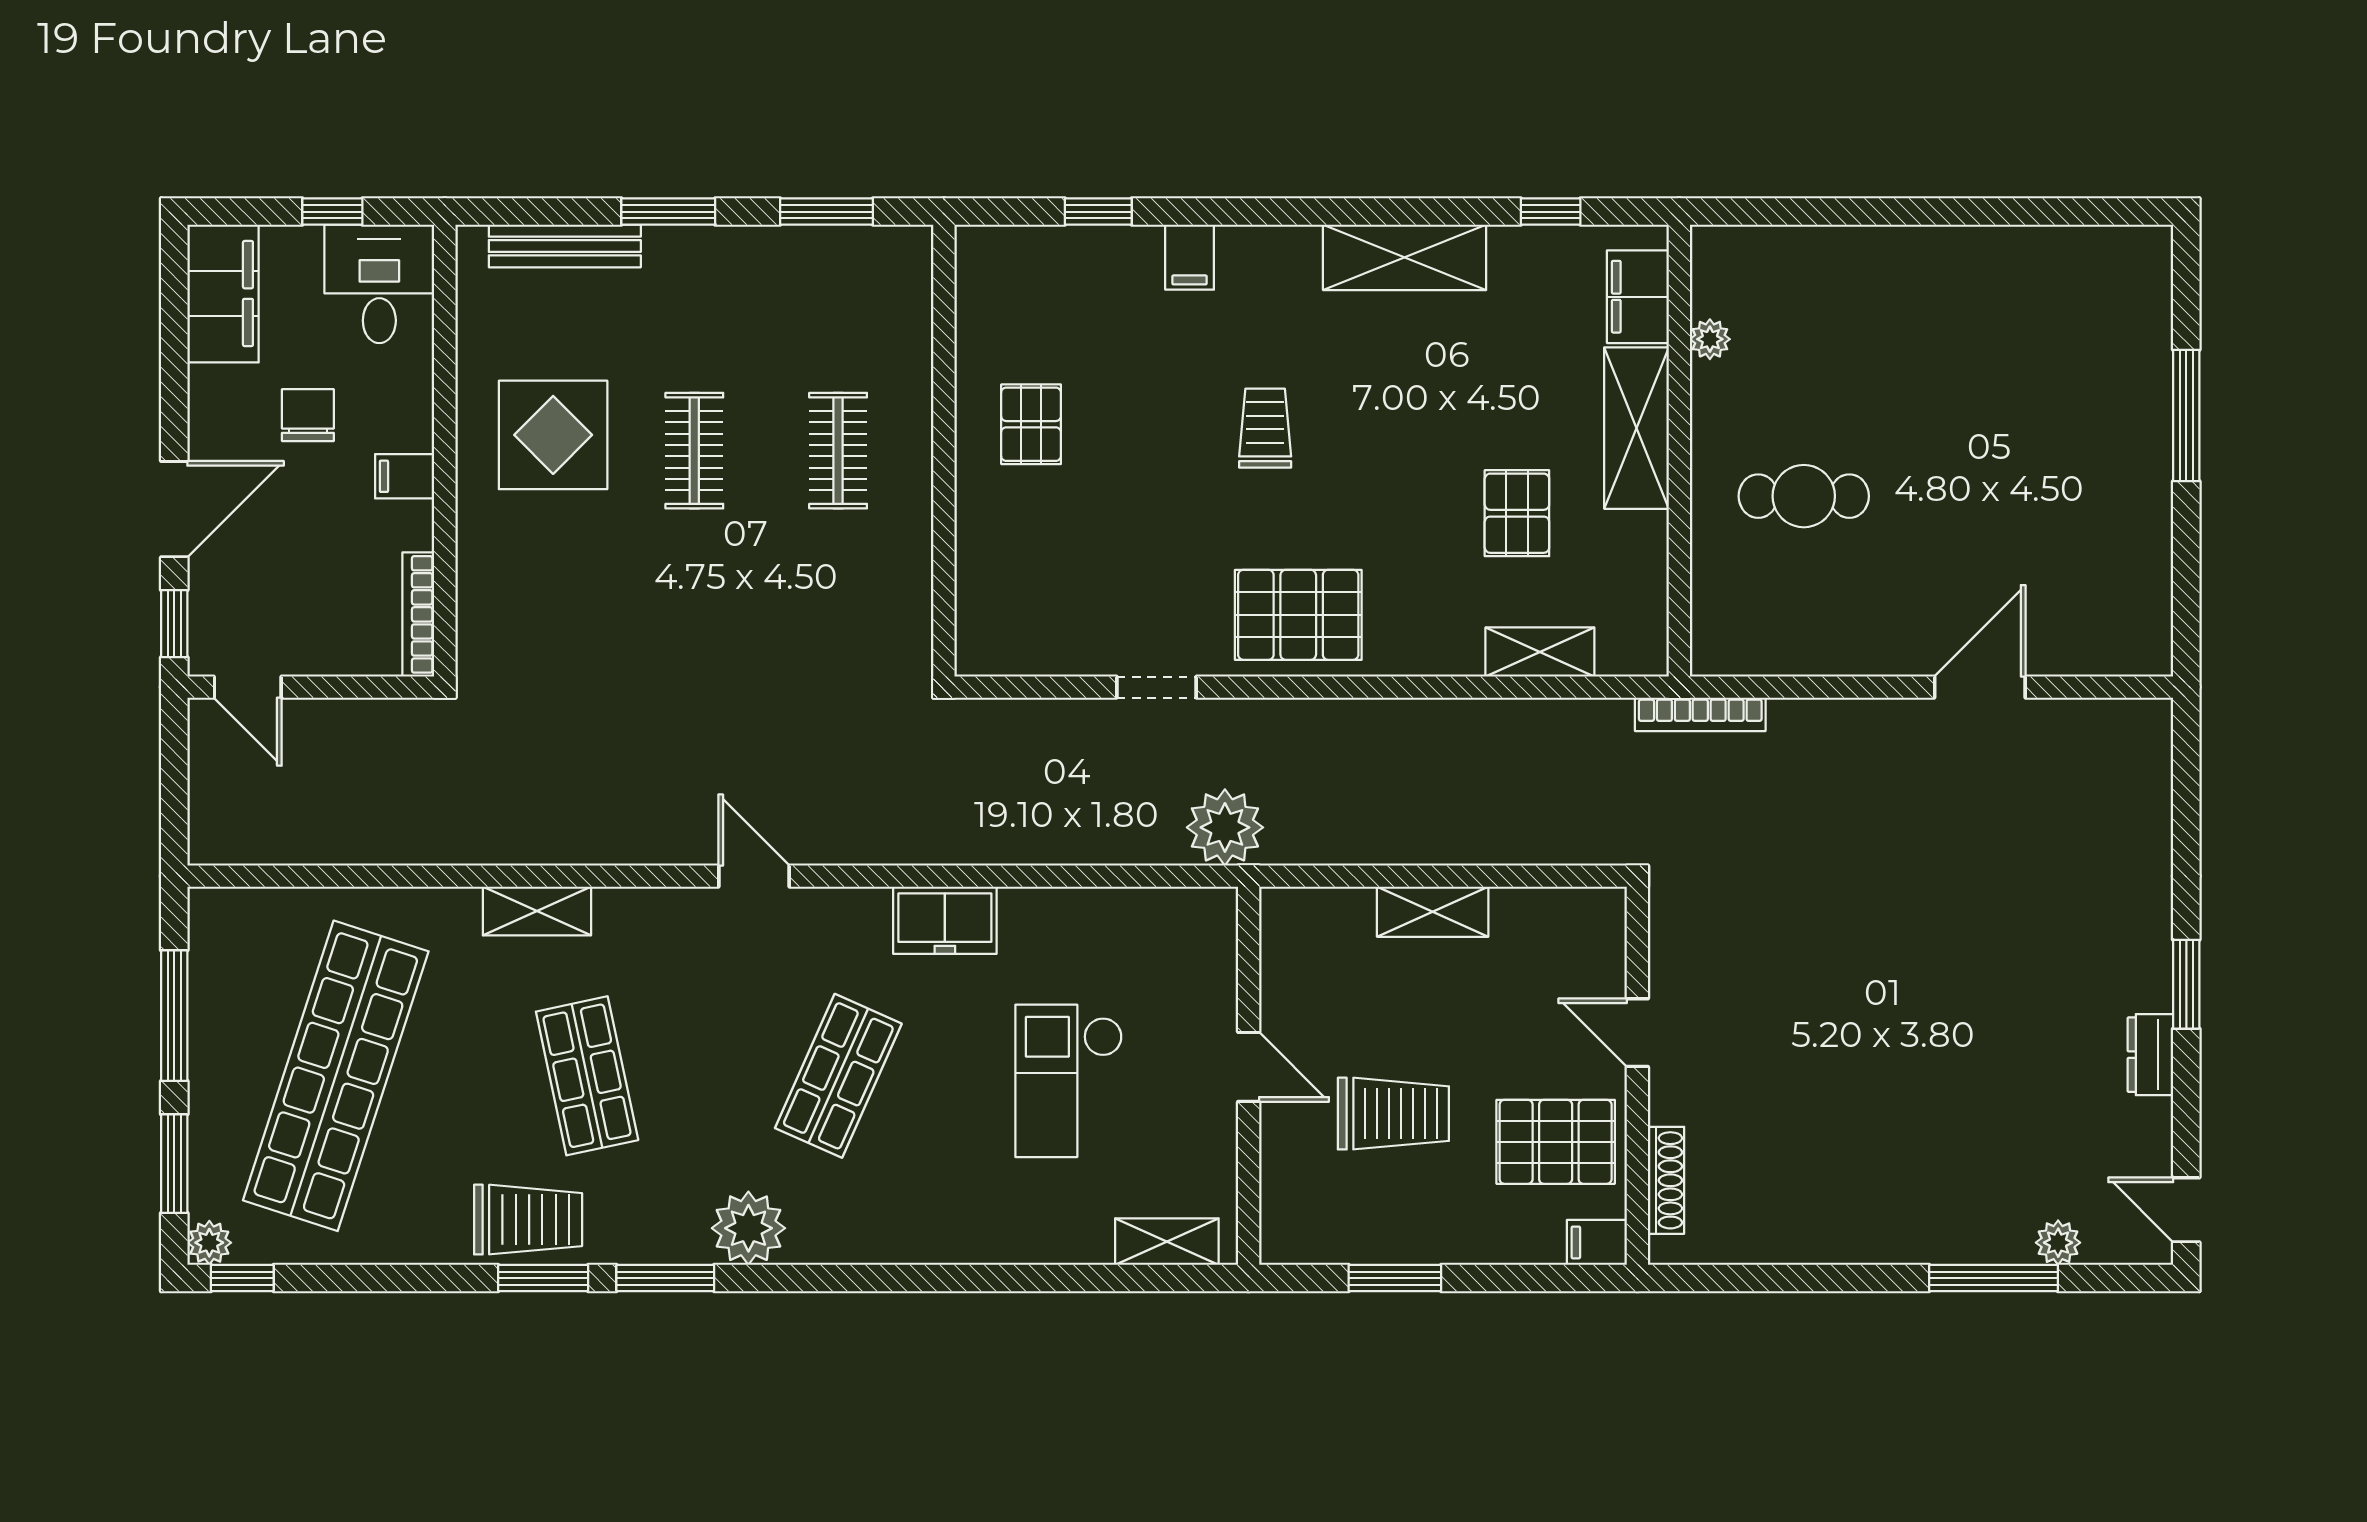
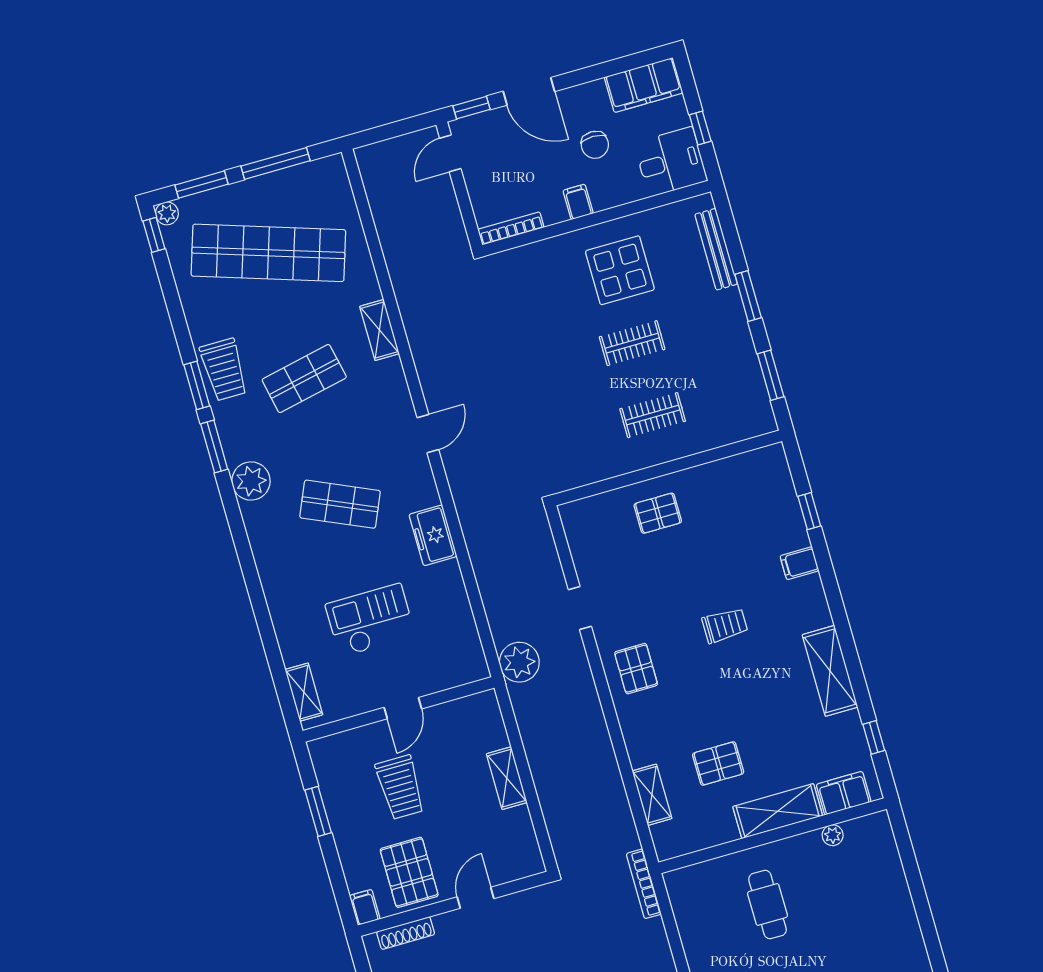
chair: (308, 415) -> (595, 145), turned 90
pallet: (1031, 424) -> (658, 513), moved
pallet: (1298, 615) -> (636, 669), width x0.67, depth x0.71

